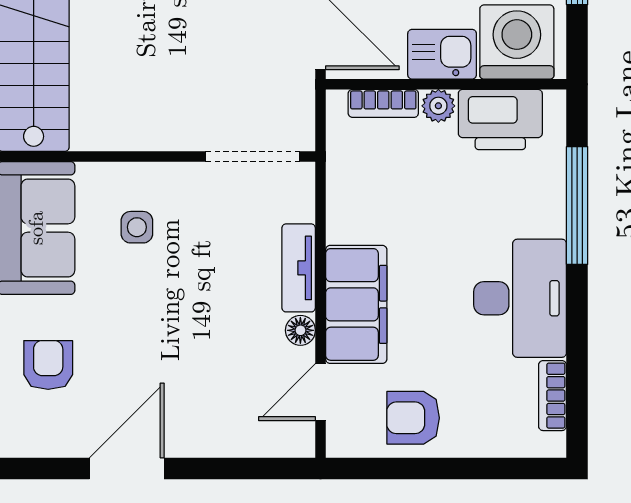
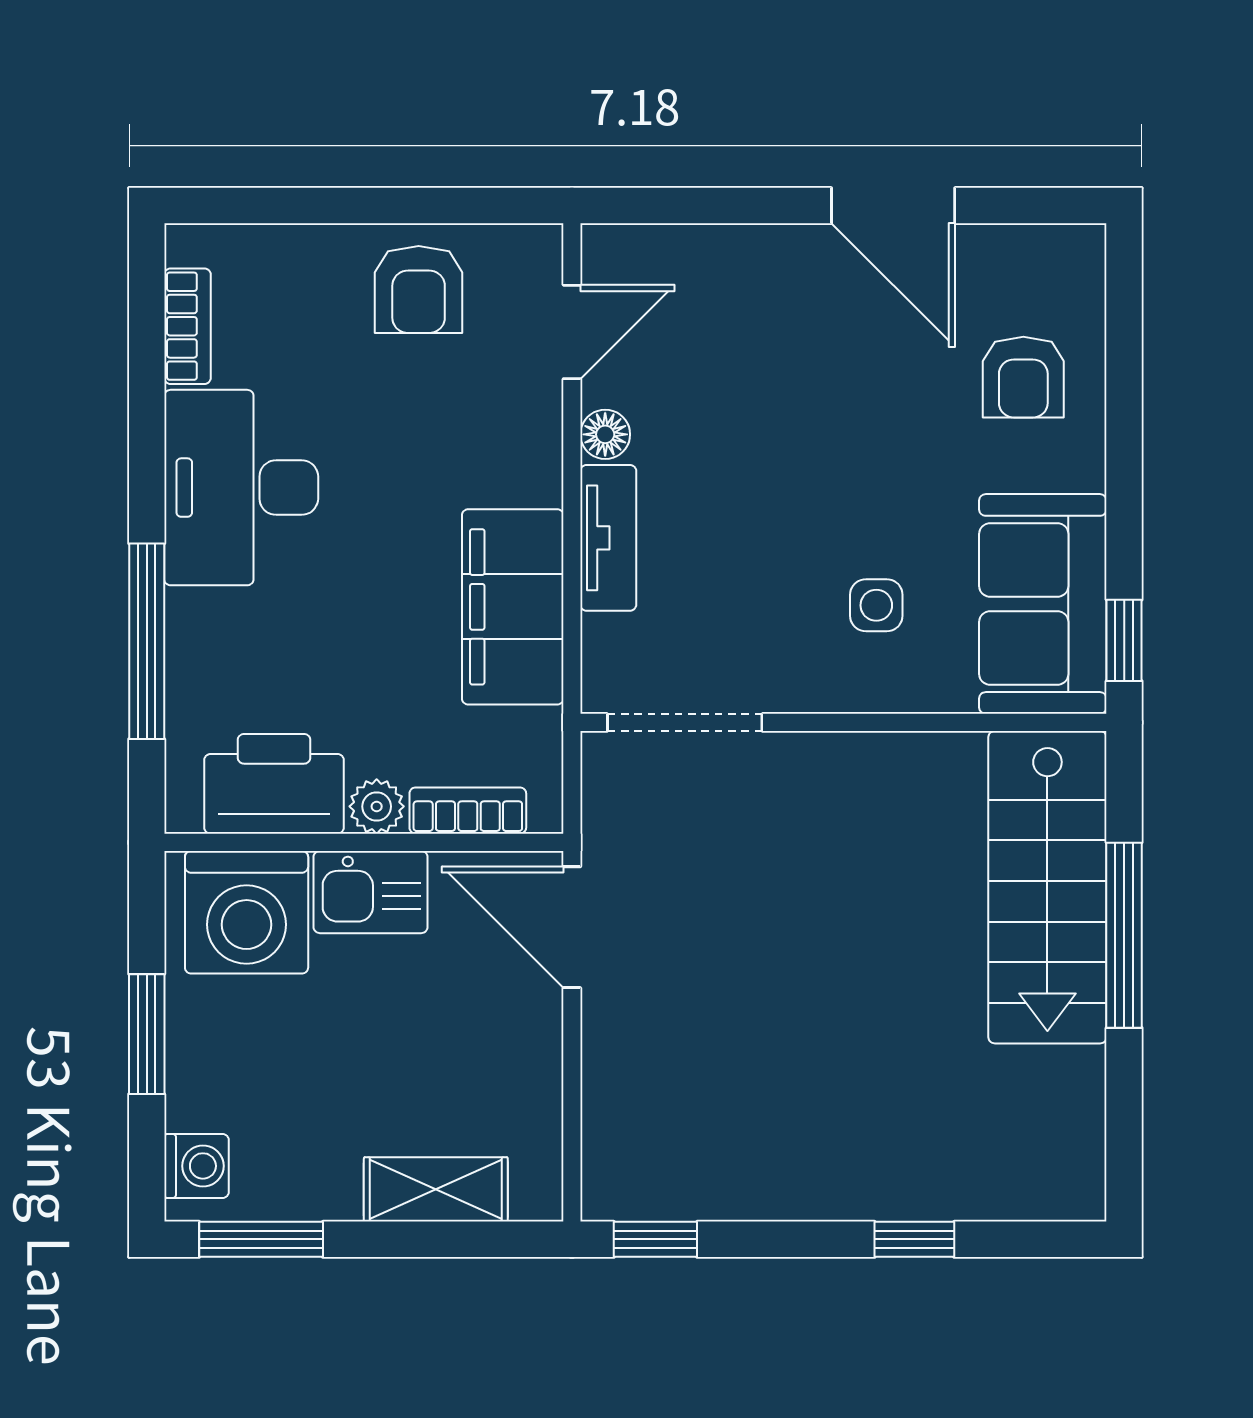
filing cabinet: (356, 304) -> (513, 607), moved
armchair: (413, 418) -> (419, 289), turned 90
door: (127, 468) -> (893, 206), hinge flipped

